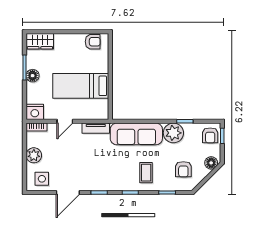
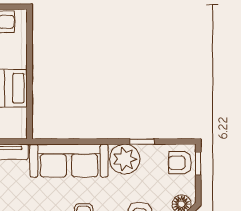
armchair: (210, 135) -> (180, 163), turned 90

